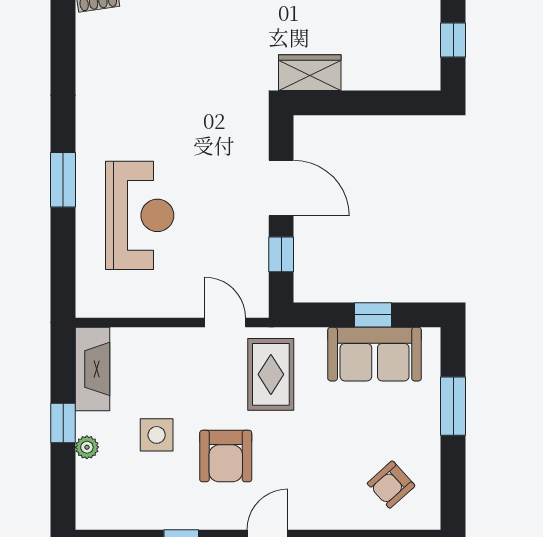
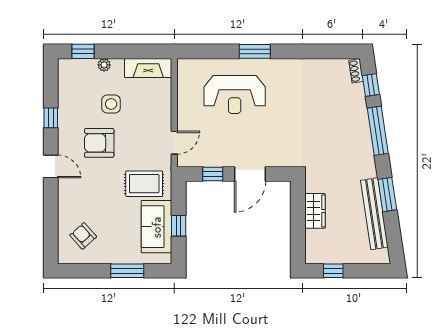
wardrobe: (310, 73) -> (315, 211), moved
rug: (271, 374) -> (144, 184), moved
window: (63, 423) -> (83, 51), moved

